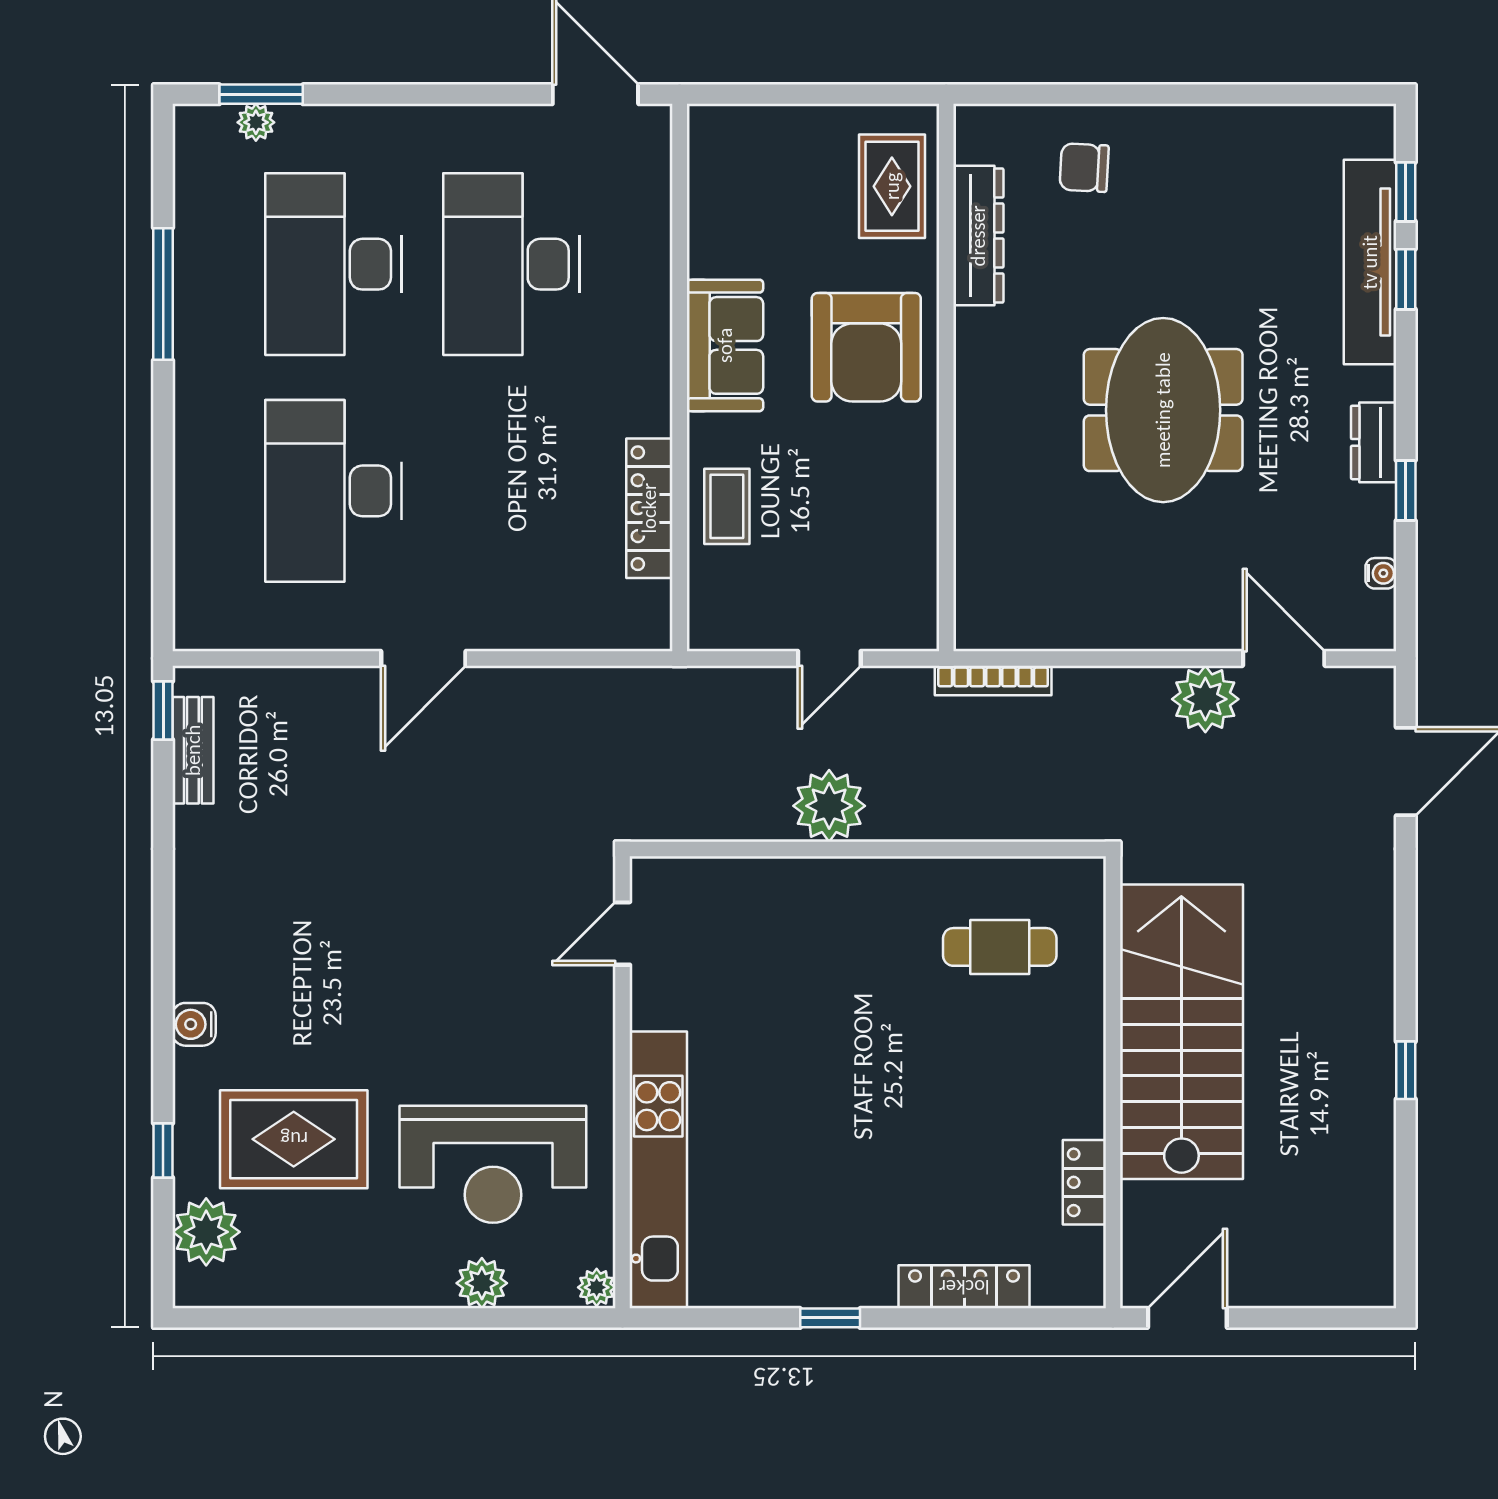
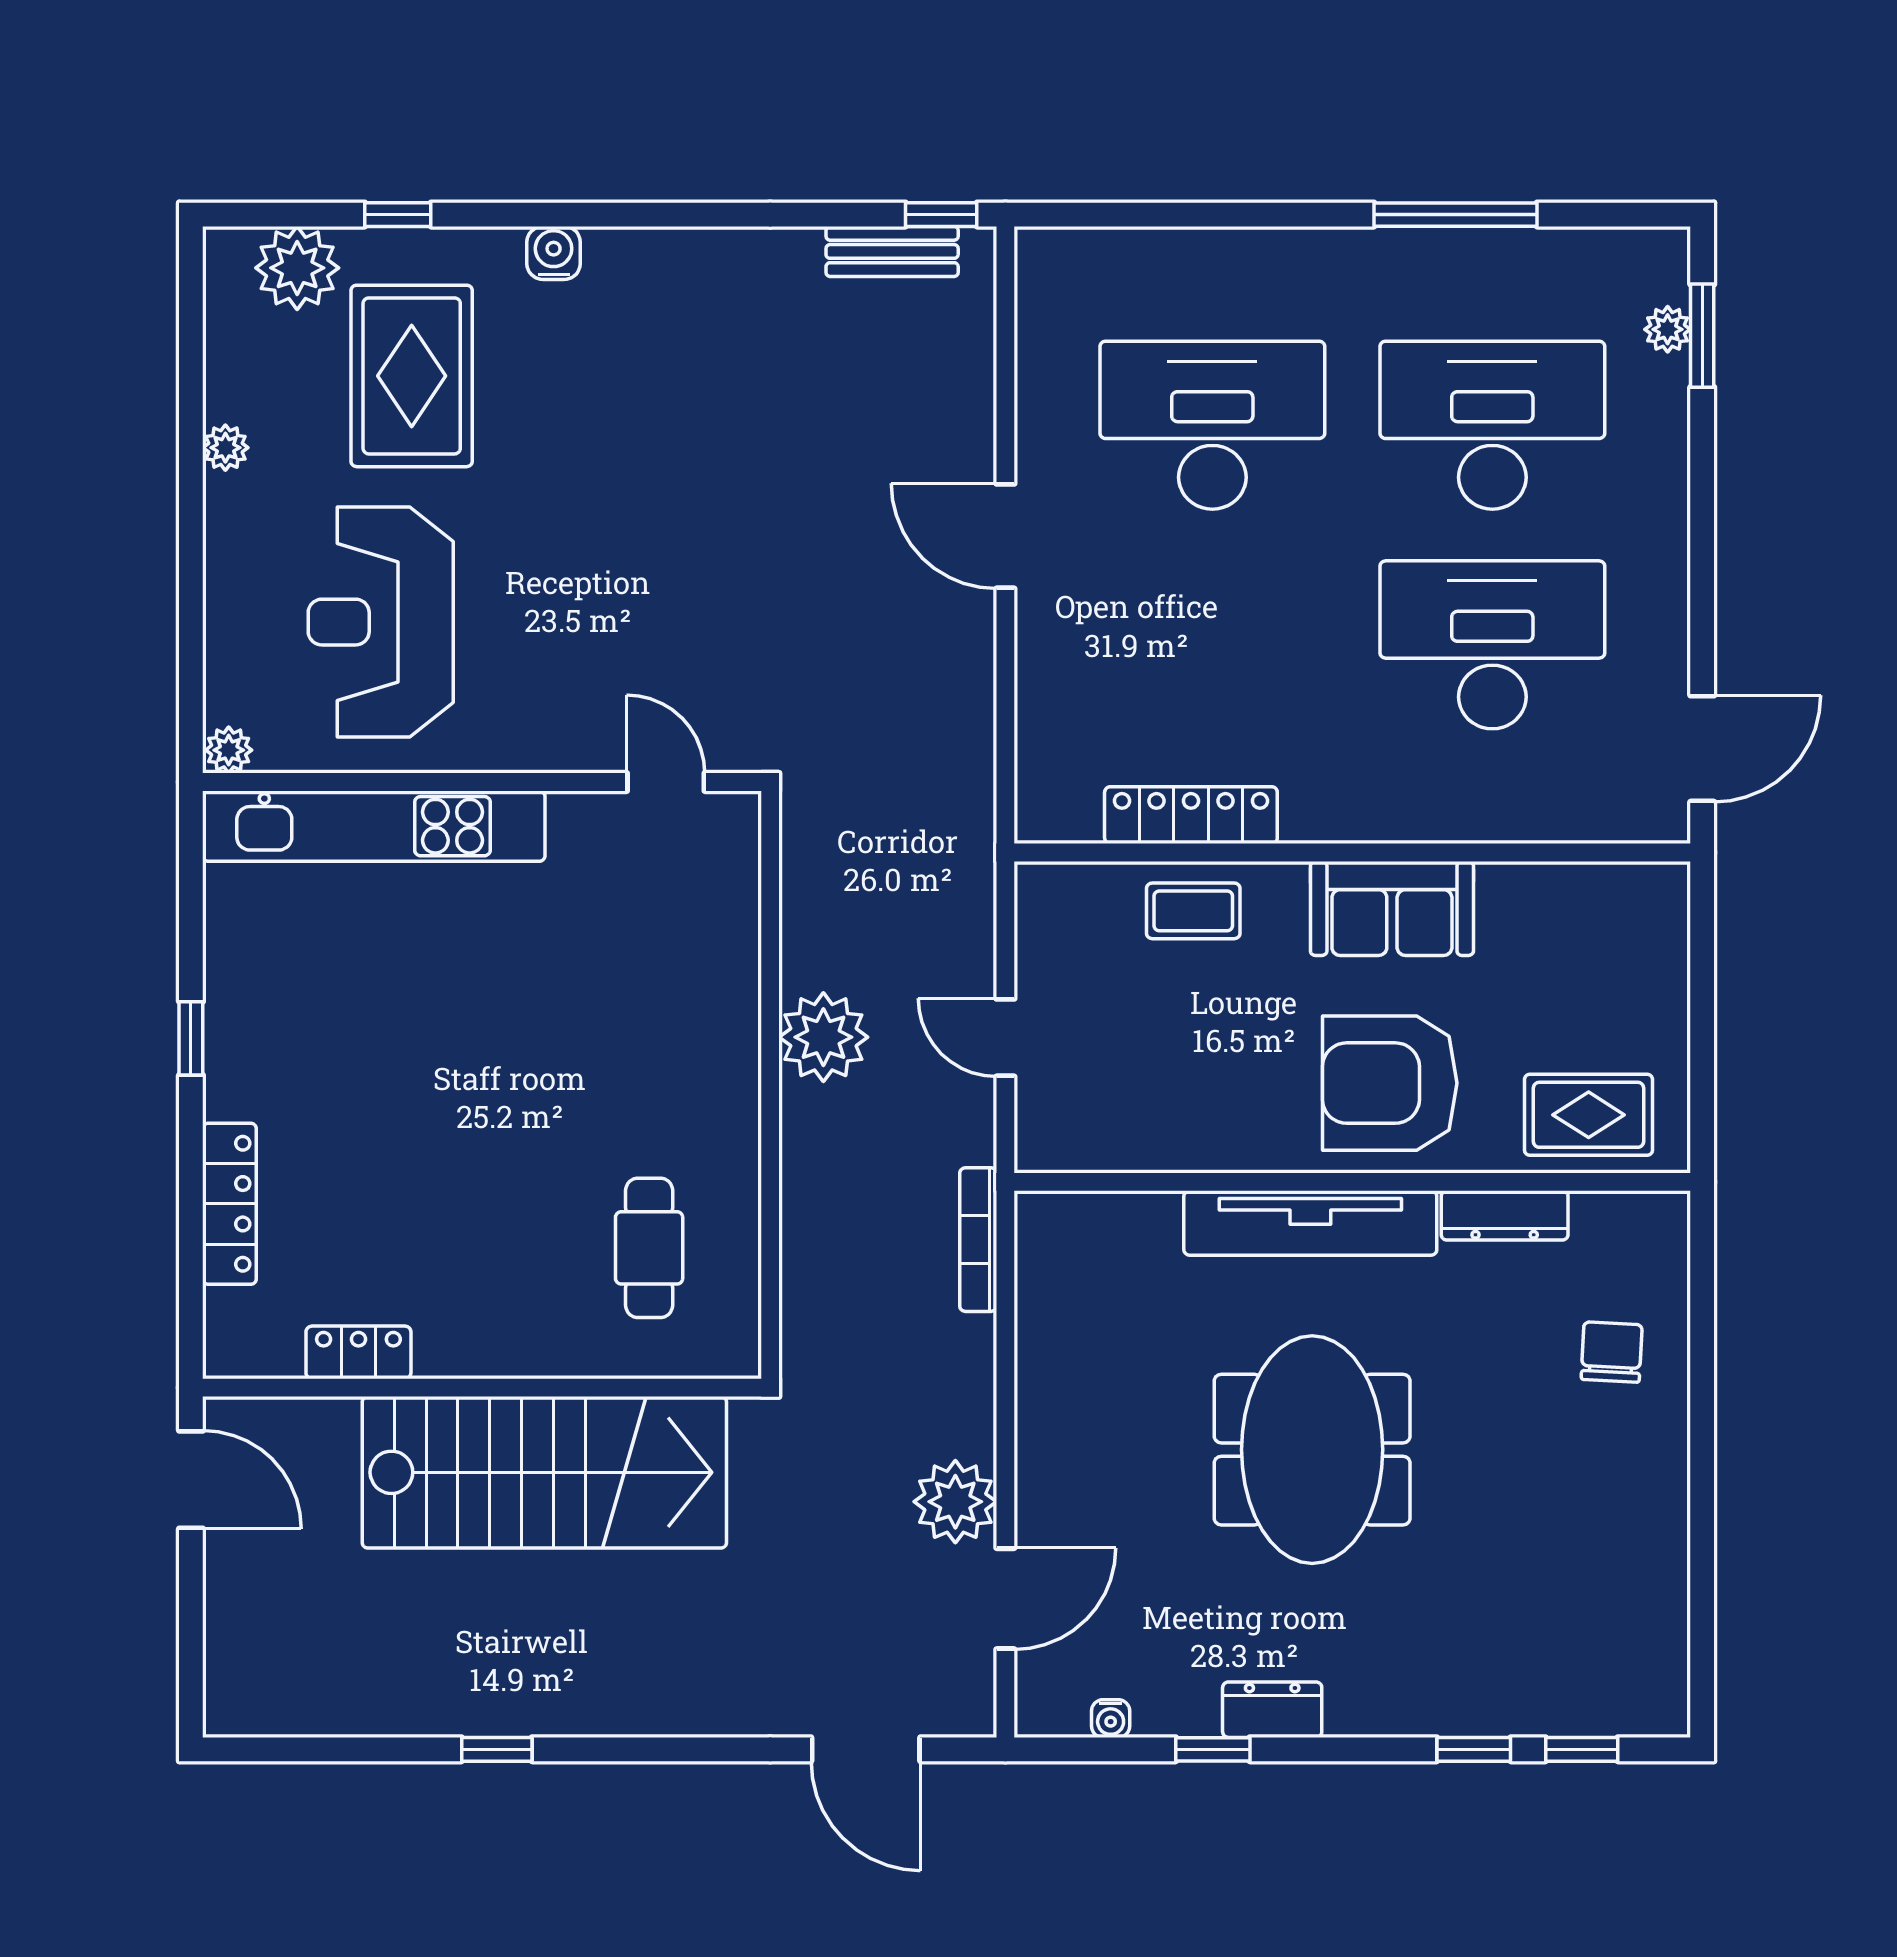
dresser: (978, 236) -> (1505, 1215), width x0.73, depth x0.80
tv unit: (1370, 262) -> (1310, 1223), moved, turned 180
meeting table: (1163, 410) -> (1312, 1450), turned 90
plant: (482, 1283) -> (225, 448), moved, width x0.73, depth x0.73

